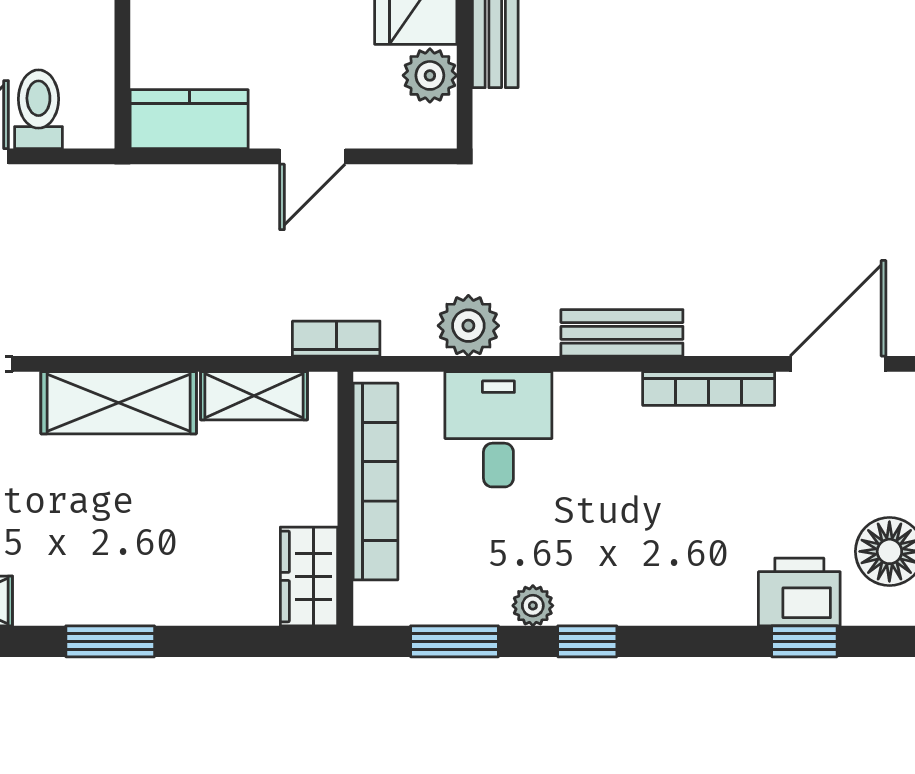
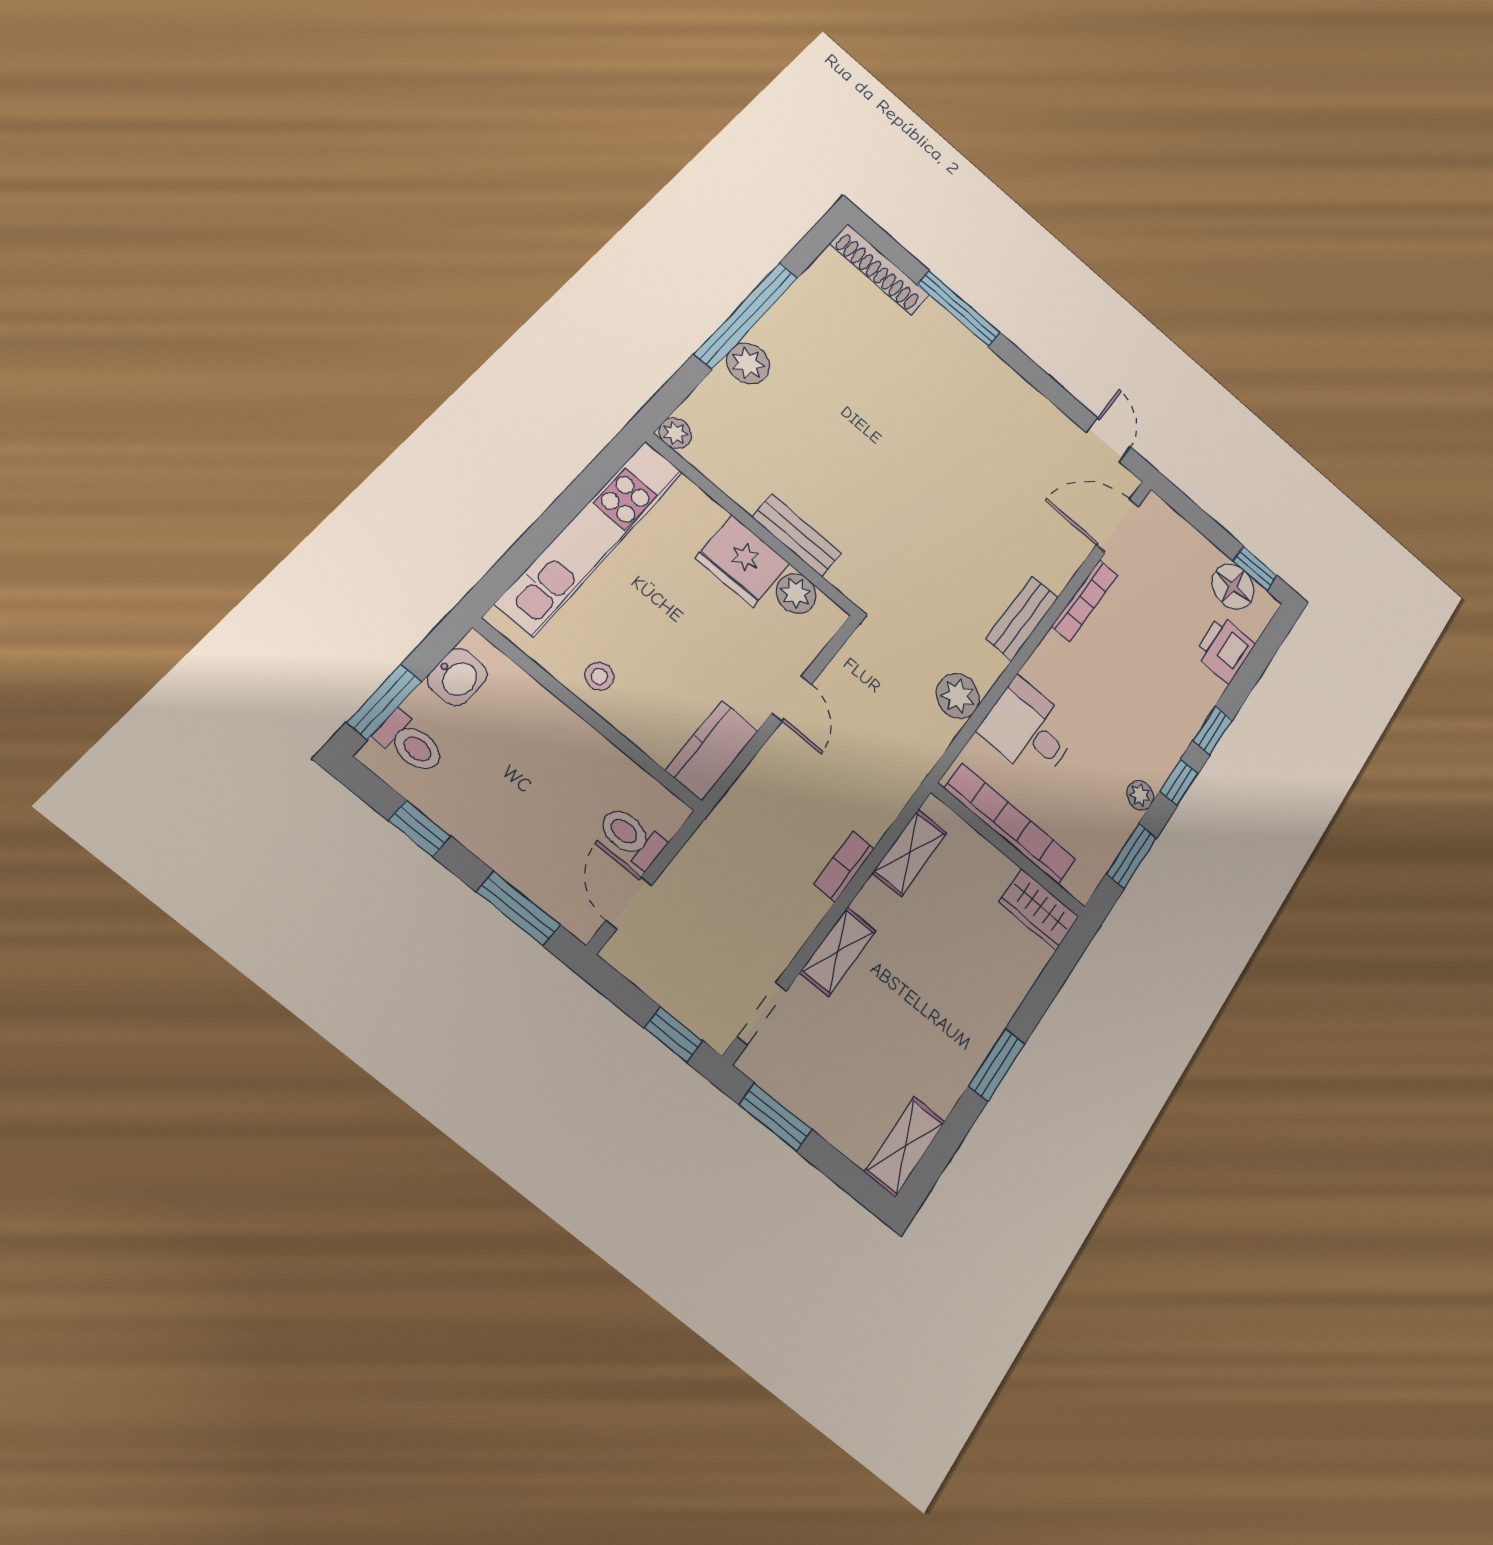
bookcase: (336, 339) -> (844, 866), moved
door: (838, 364) -> (1118, 526), hinge flipped
shelving: (119, 403) -> (838, 951), width x0.67, depth x0.75
window: (804, 641) -> (1213, 730), moved

